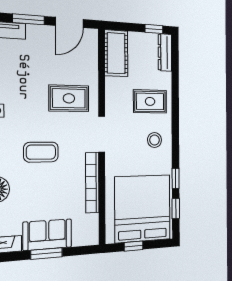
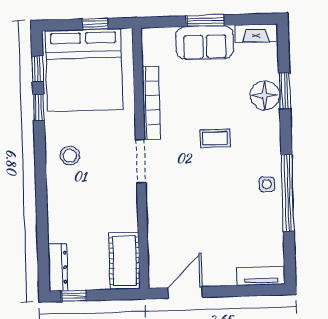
window: (29, 19) -> (234, 291), removed
rug: (69, 98) -> (183, 202), removed
rug: (150, 101) -> (77, 204), removed
coffee table: (41, 152) -> (215, 138), width x0.73, depth x0.77

